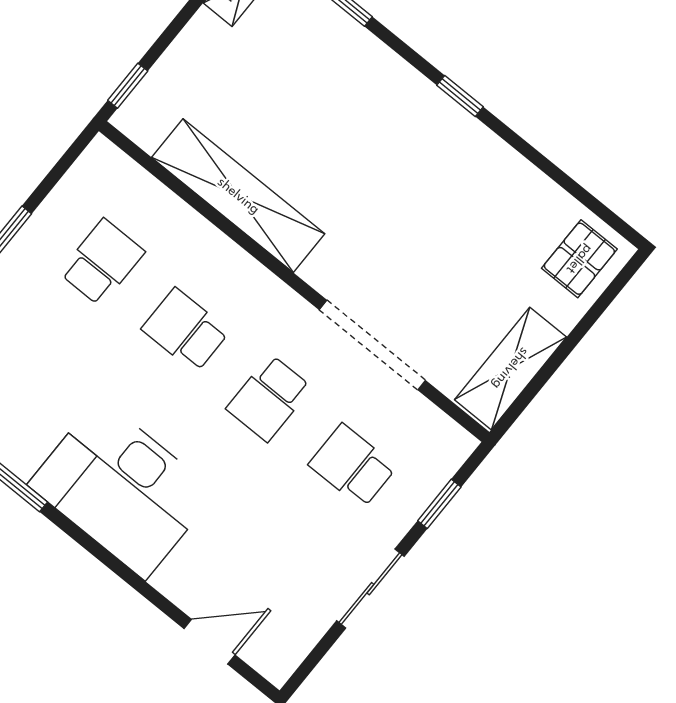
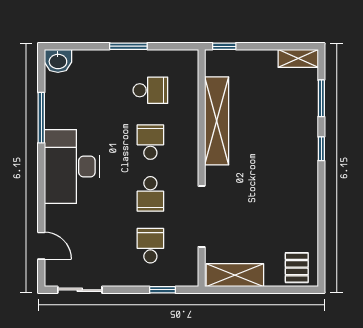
window: (460, 96) -> (321, 149), moved
pallet: (579, 259) -> (297, 268), turned 90
school desk: (269, 398) -> (150, 194), turned -90
sliding door: (370, 589) -> (80, 290), moved

